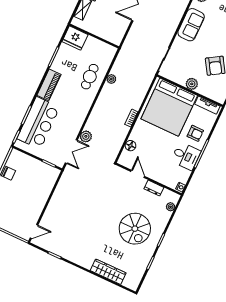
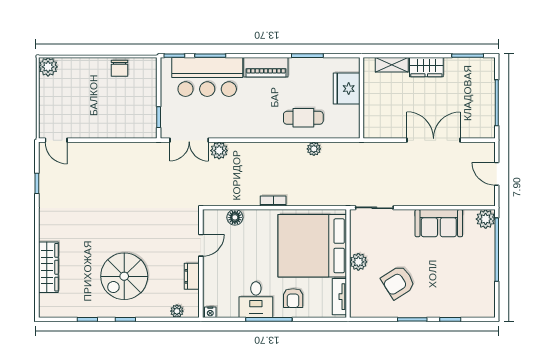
fridge: (75, 38) -> (347, 89), moved

